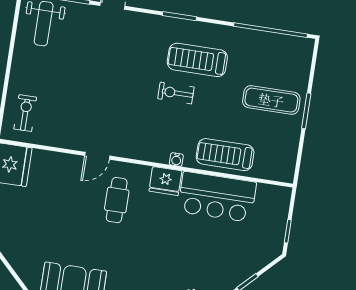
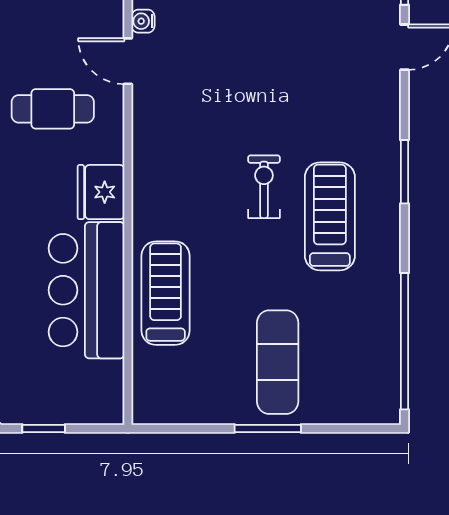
water cooler: (176, 160) -> (143, 21), moved

